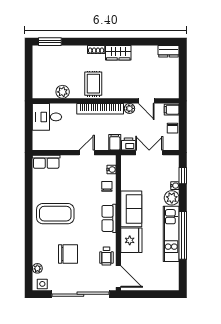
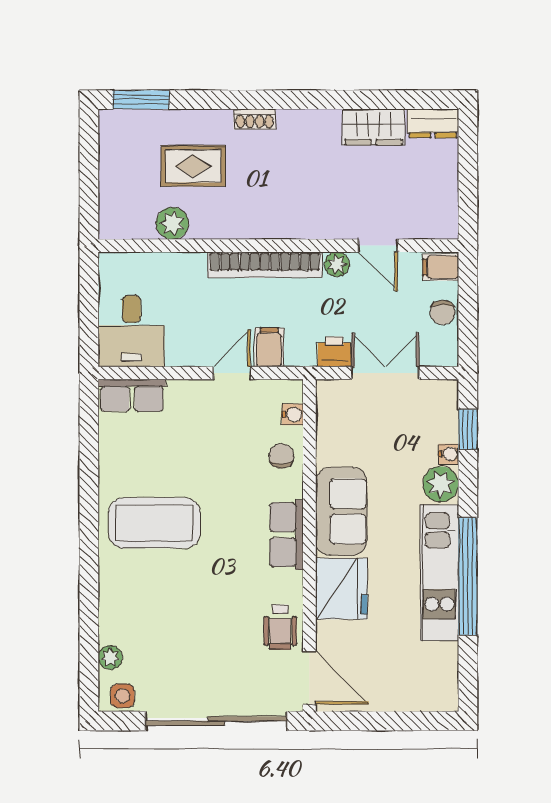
wardrobe: (118, 53) -> (374, 127), moved
rug: (93, 84) -> (193, 166), moved, turned 90
desk: (47, 117) -> (131, 331), moved, turned -90
filing cabinet: (115, 142) -> (269, 347), moved
chair: (68, 254) -> (186, 622), removed

